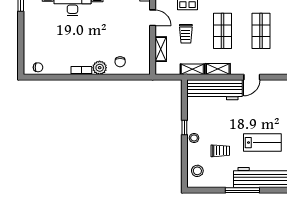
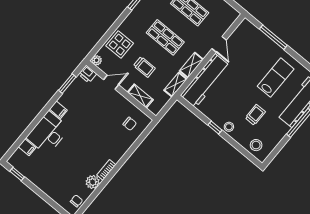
chair: (120, 62) -> (130, 124), moved
plant: (100, 68) -> (93, 182), moved

